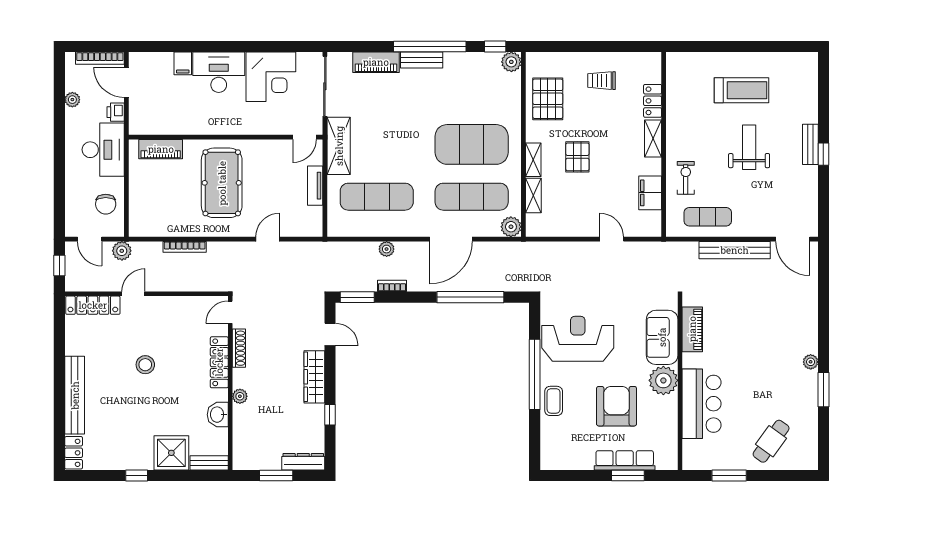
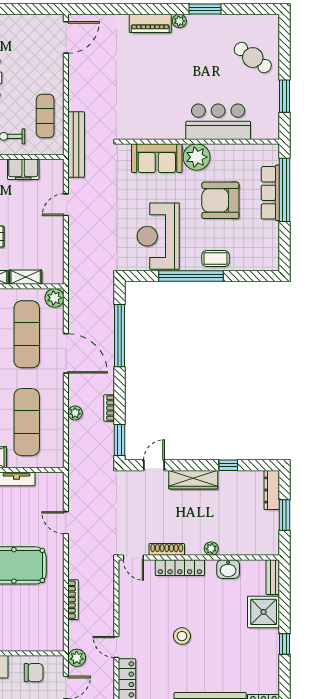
bench: (735, 250) -> (76, 145), moved
piano: (692, 329) -> (150, 23), moved, turned 180
window: (628, 476) -> (284, 190), width x2.11

